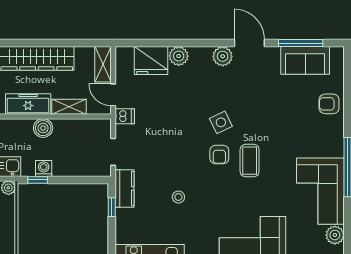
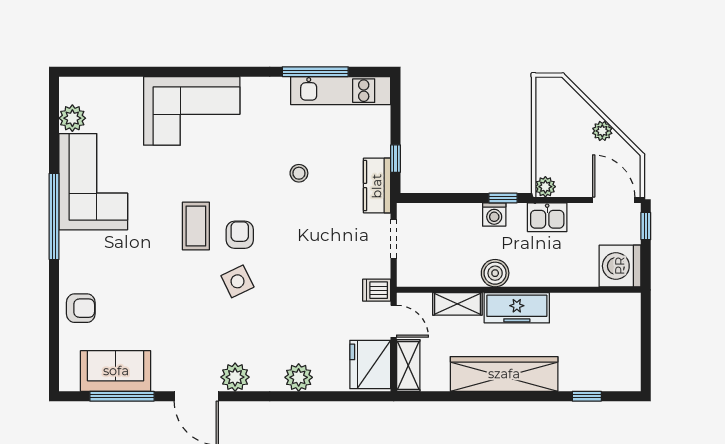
fridge: (151, 61) -> (370, 365), moved, turned -90

